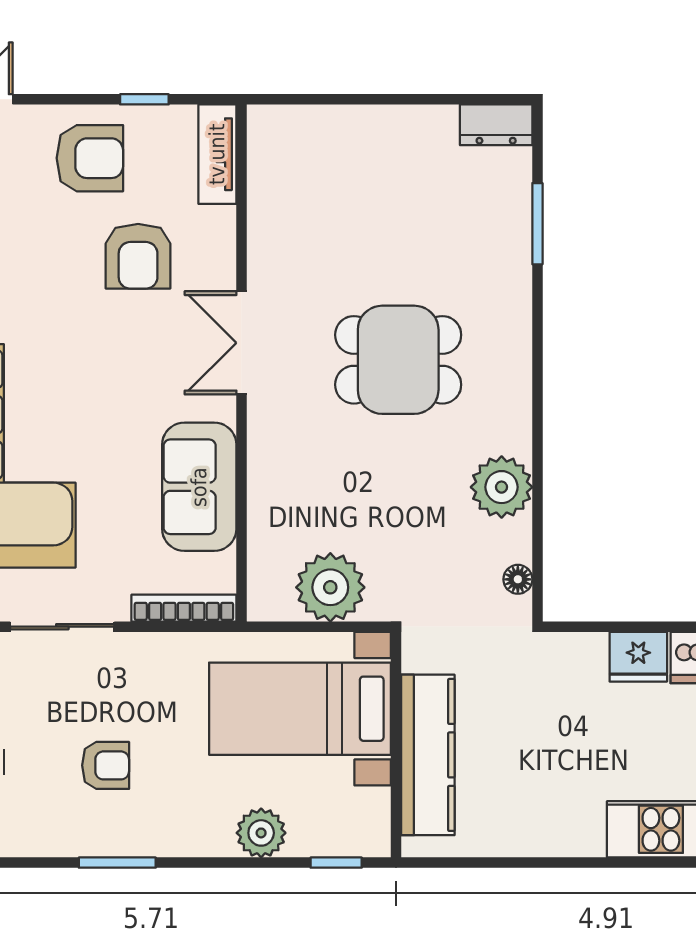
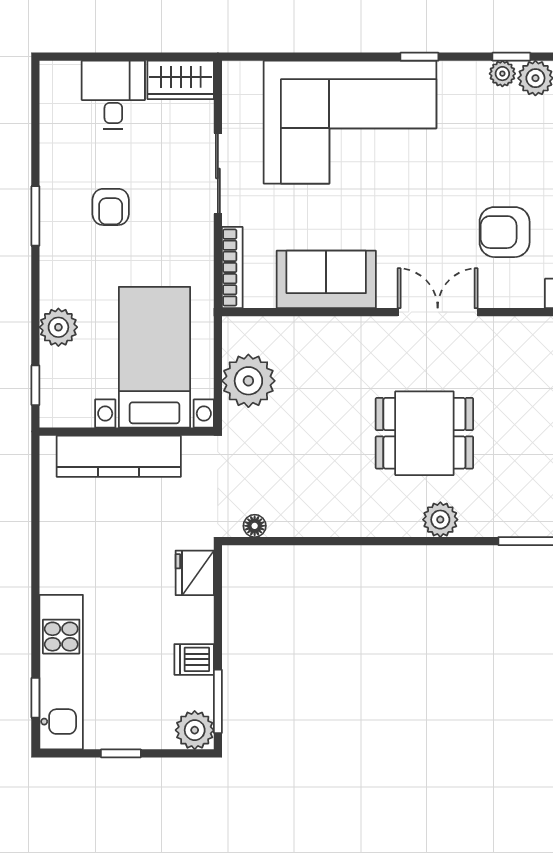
dining table: (398, 360) -> (424, 433), turned 90
plant: (502, 487) -> (440, 520), moved, width x0.73, depth x0.73
fridge: (638, 657) -> (195, 573), moved

